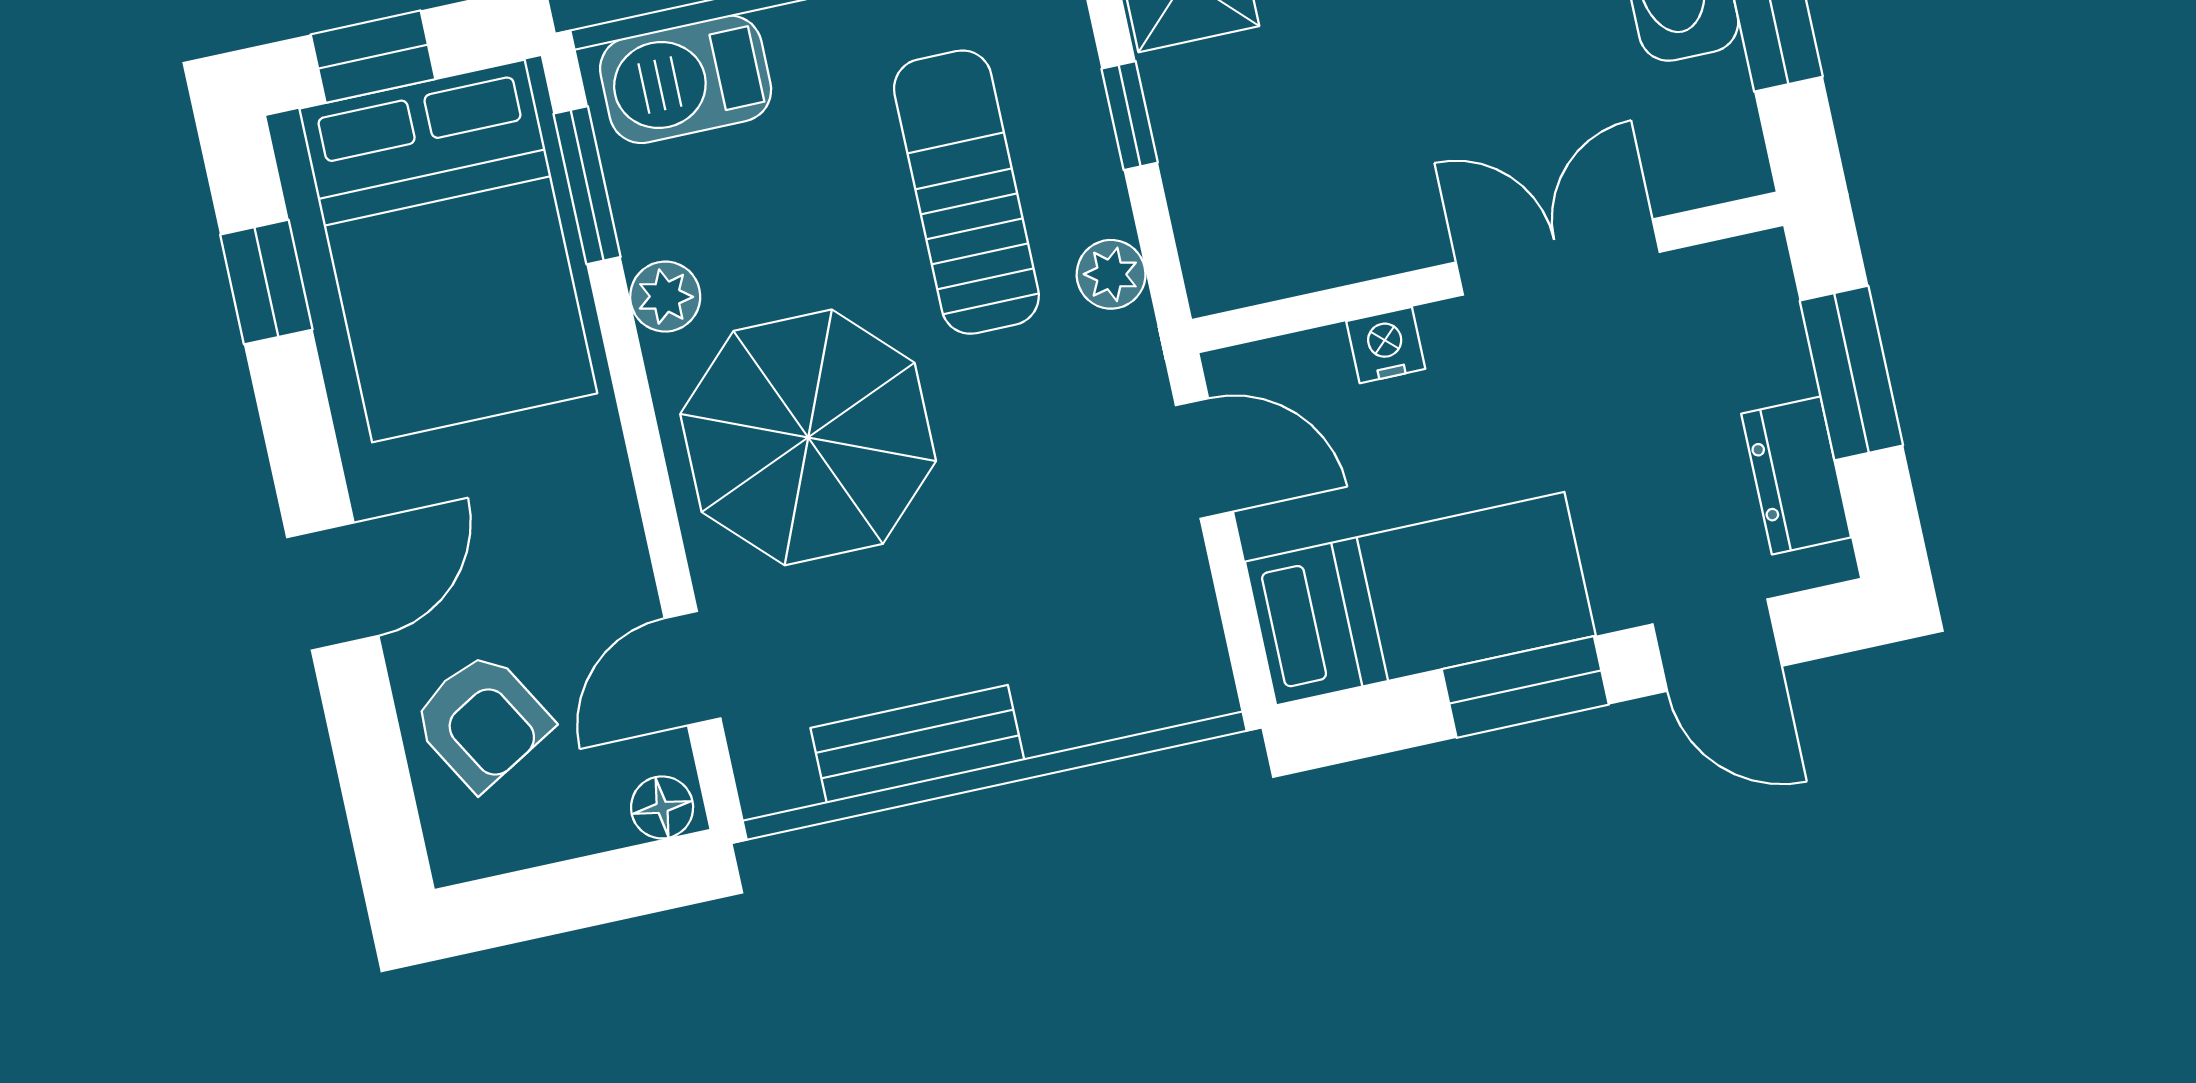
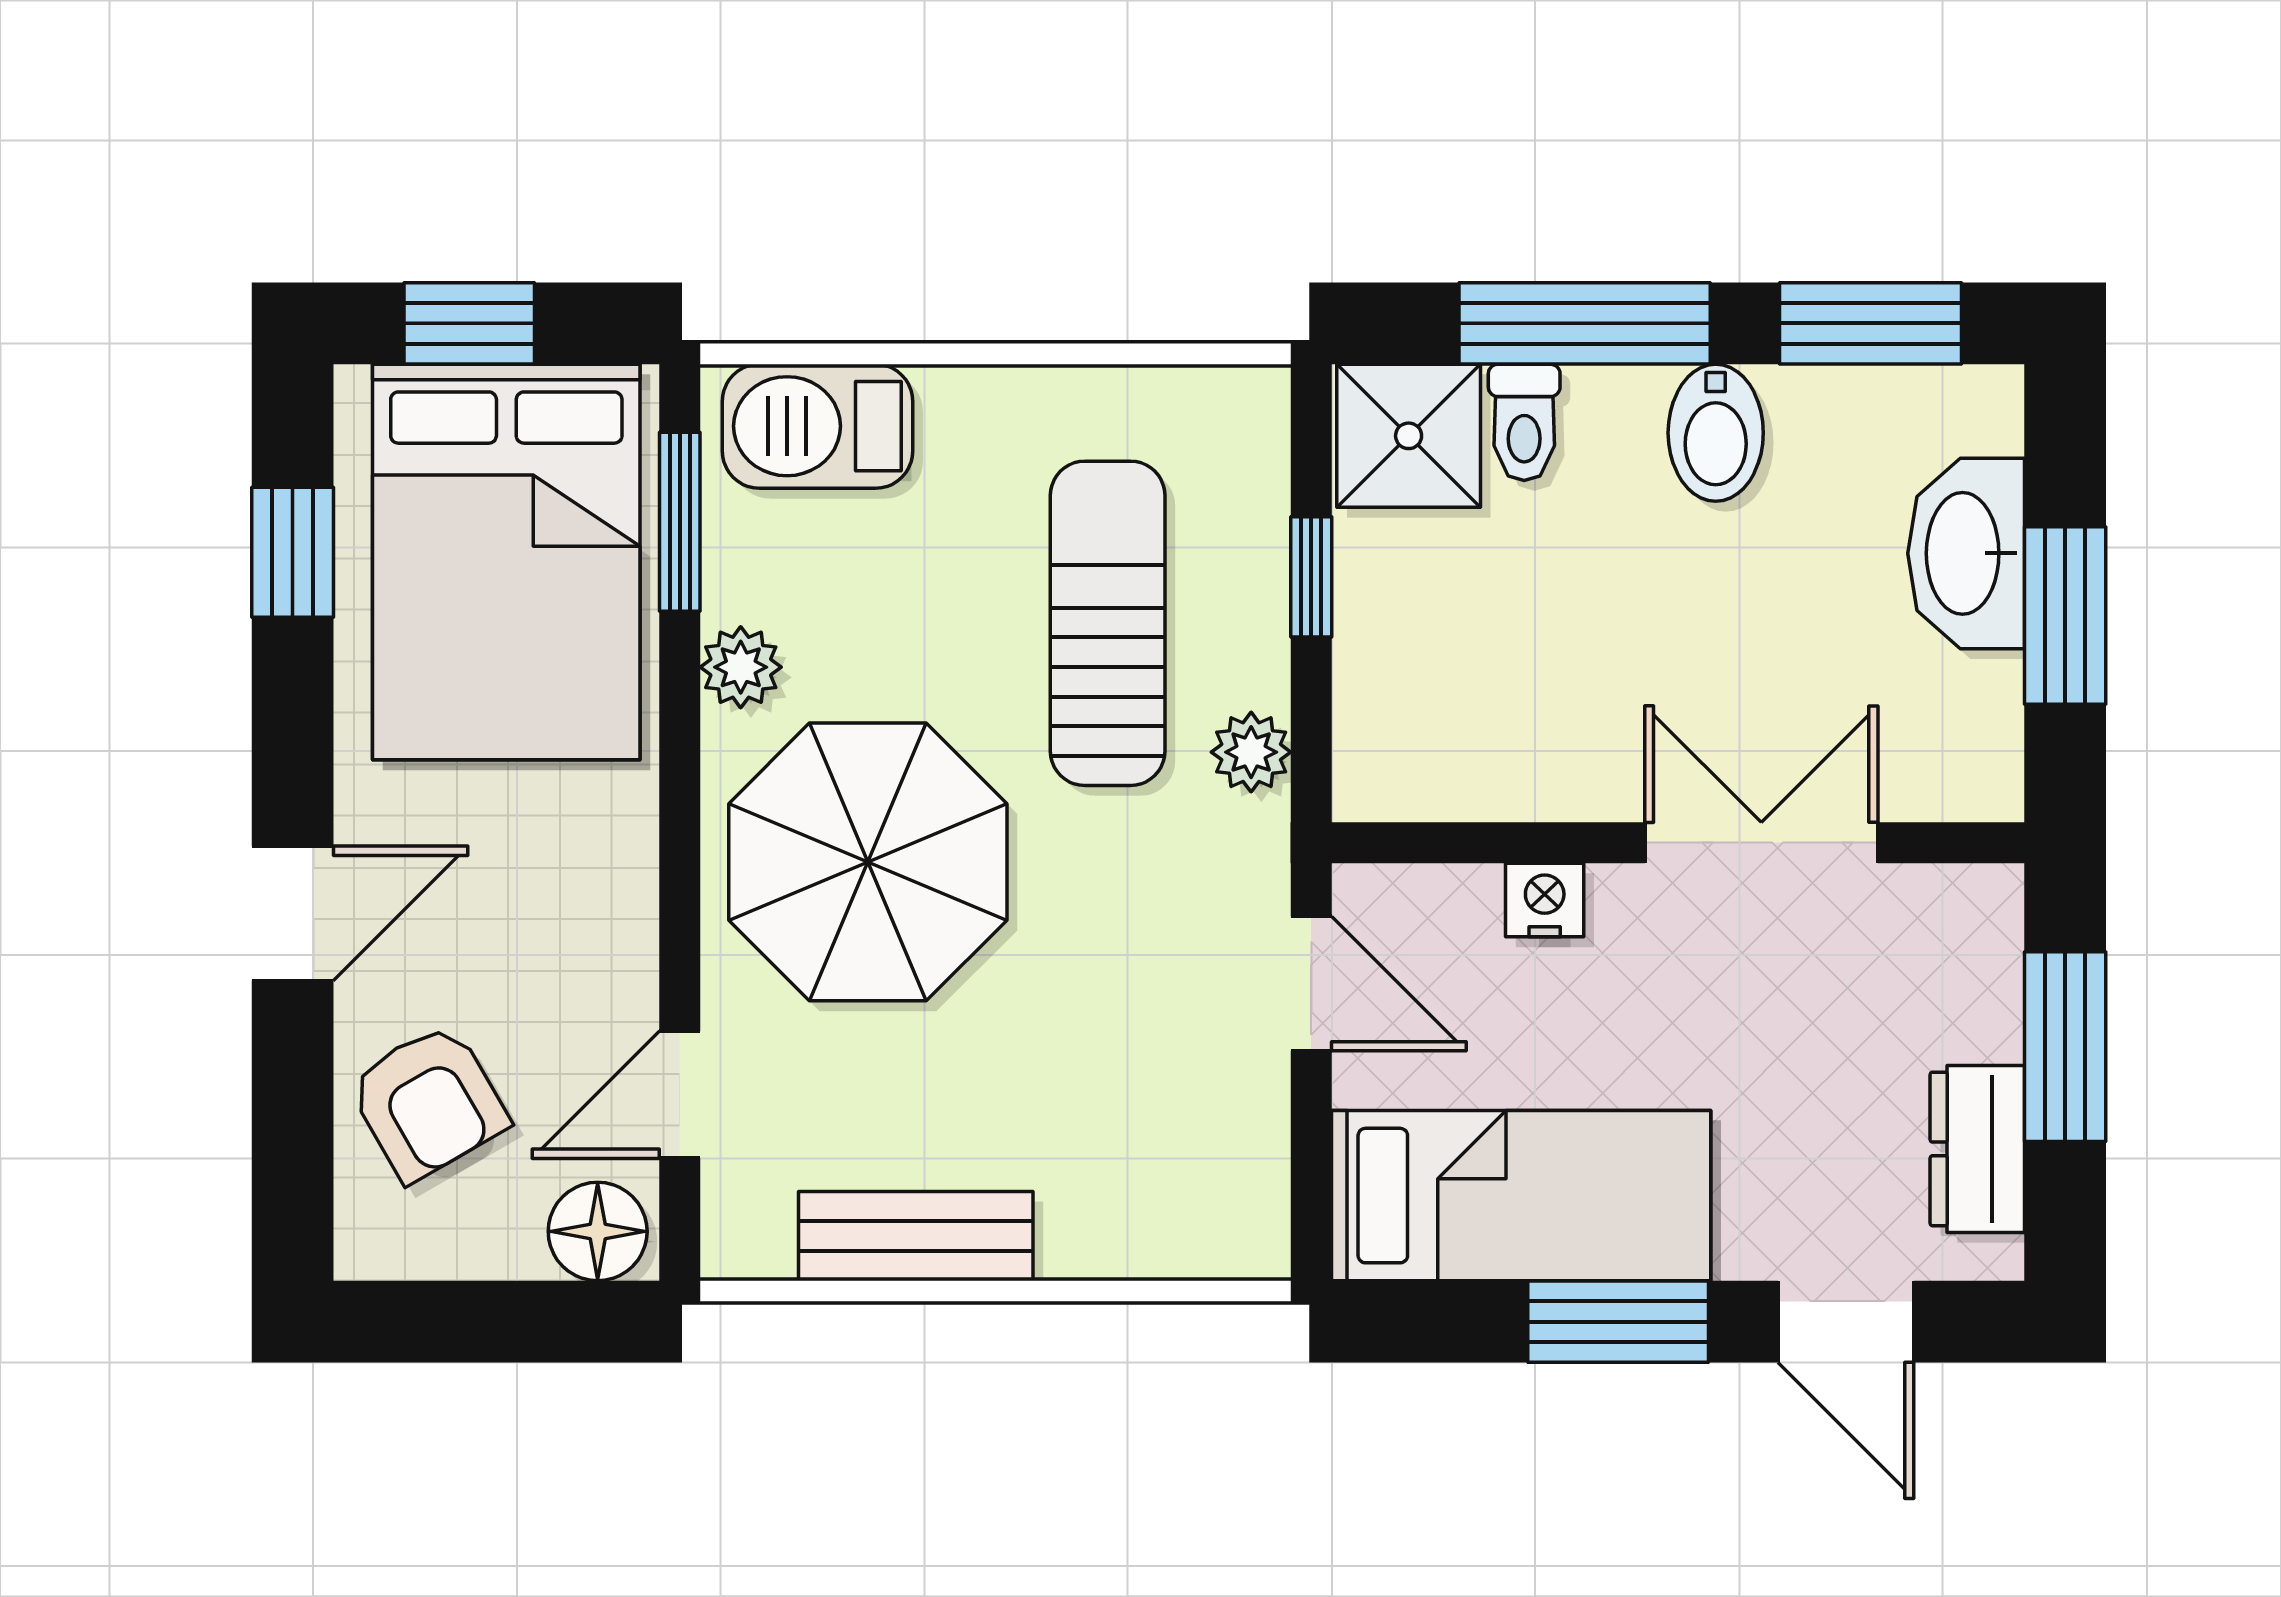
floor lamp: (662, 807) -> (598, 1231), width x1.37, depth x1.37

